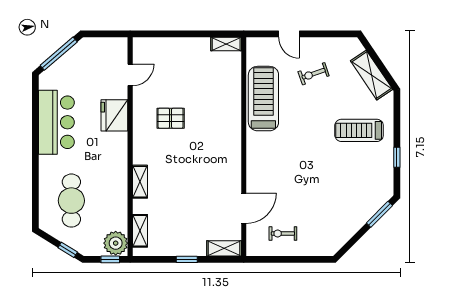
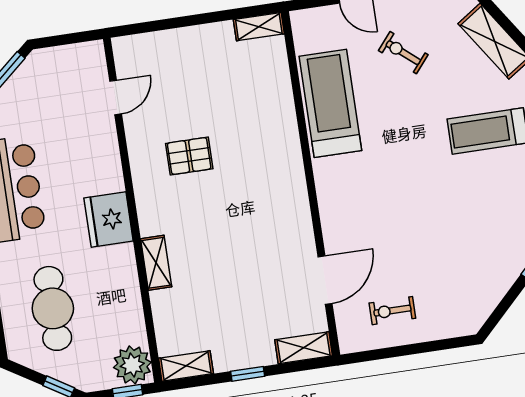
exercise bike: (314, 74) -> (403, 53), turned 59
fridge: (114, 115) -> (109, 219), moved
shelving: (140, 231) -> (186, 366), moved, turned 90

